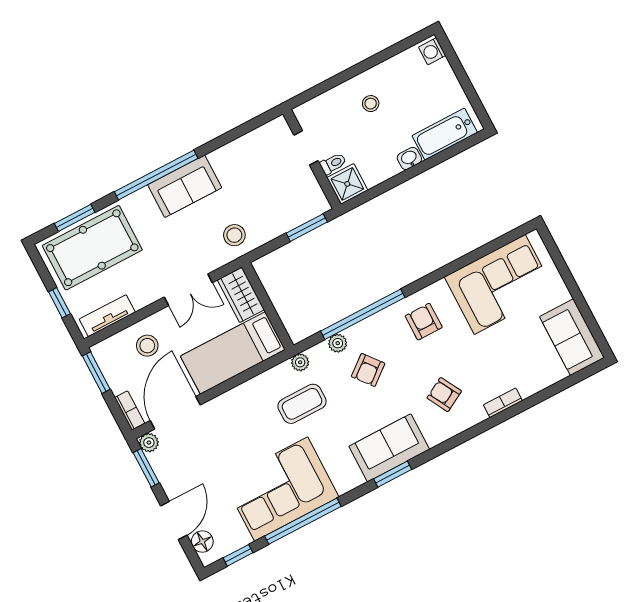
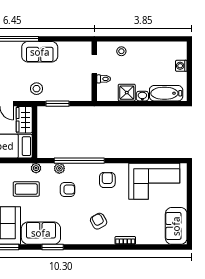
washing machine: (432, 51) -> (181, 66), moved
stool: (371, 104) -> (121, 51), moved
shower: (347, 184) -> (127, 93), moved
sofa: (185, 186) -> (40, 52), moved
window: (307, 228) -> (57, 104), moved
armchair: (368, 370) -> (67, 189), turned -141
sofa: (389, 448) -> (41, 233), moved

